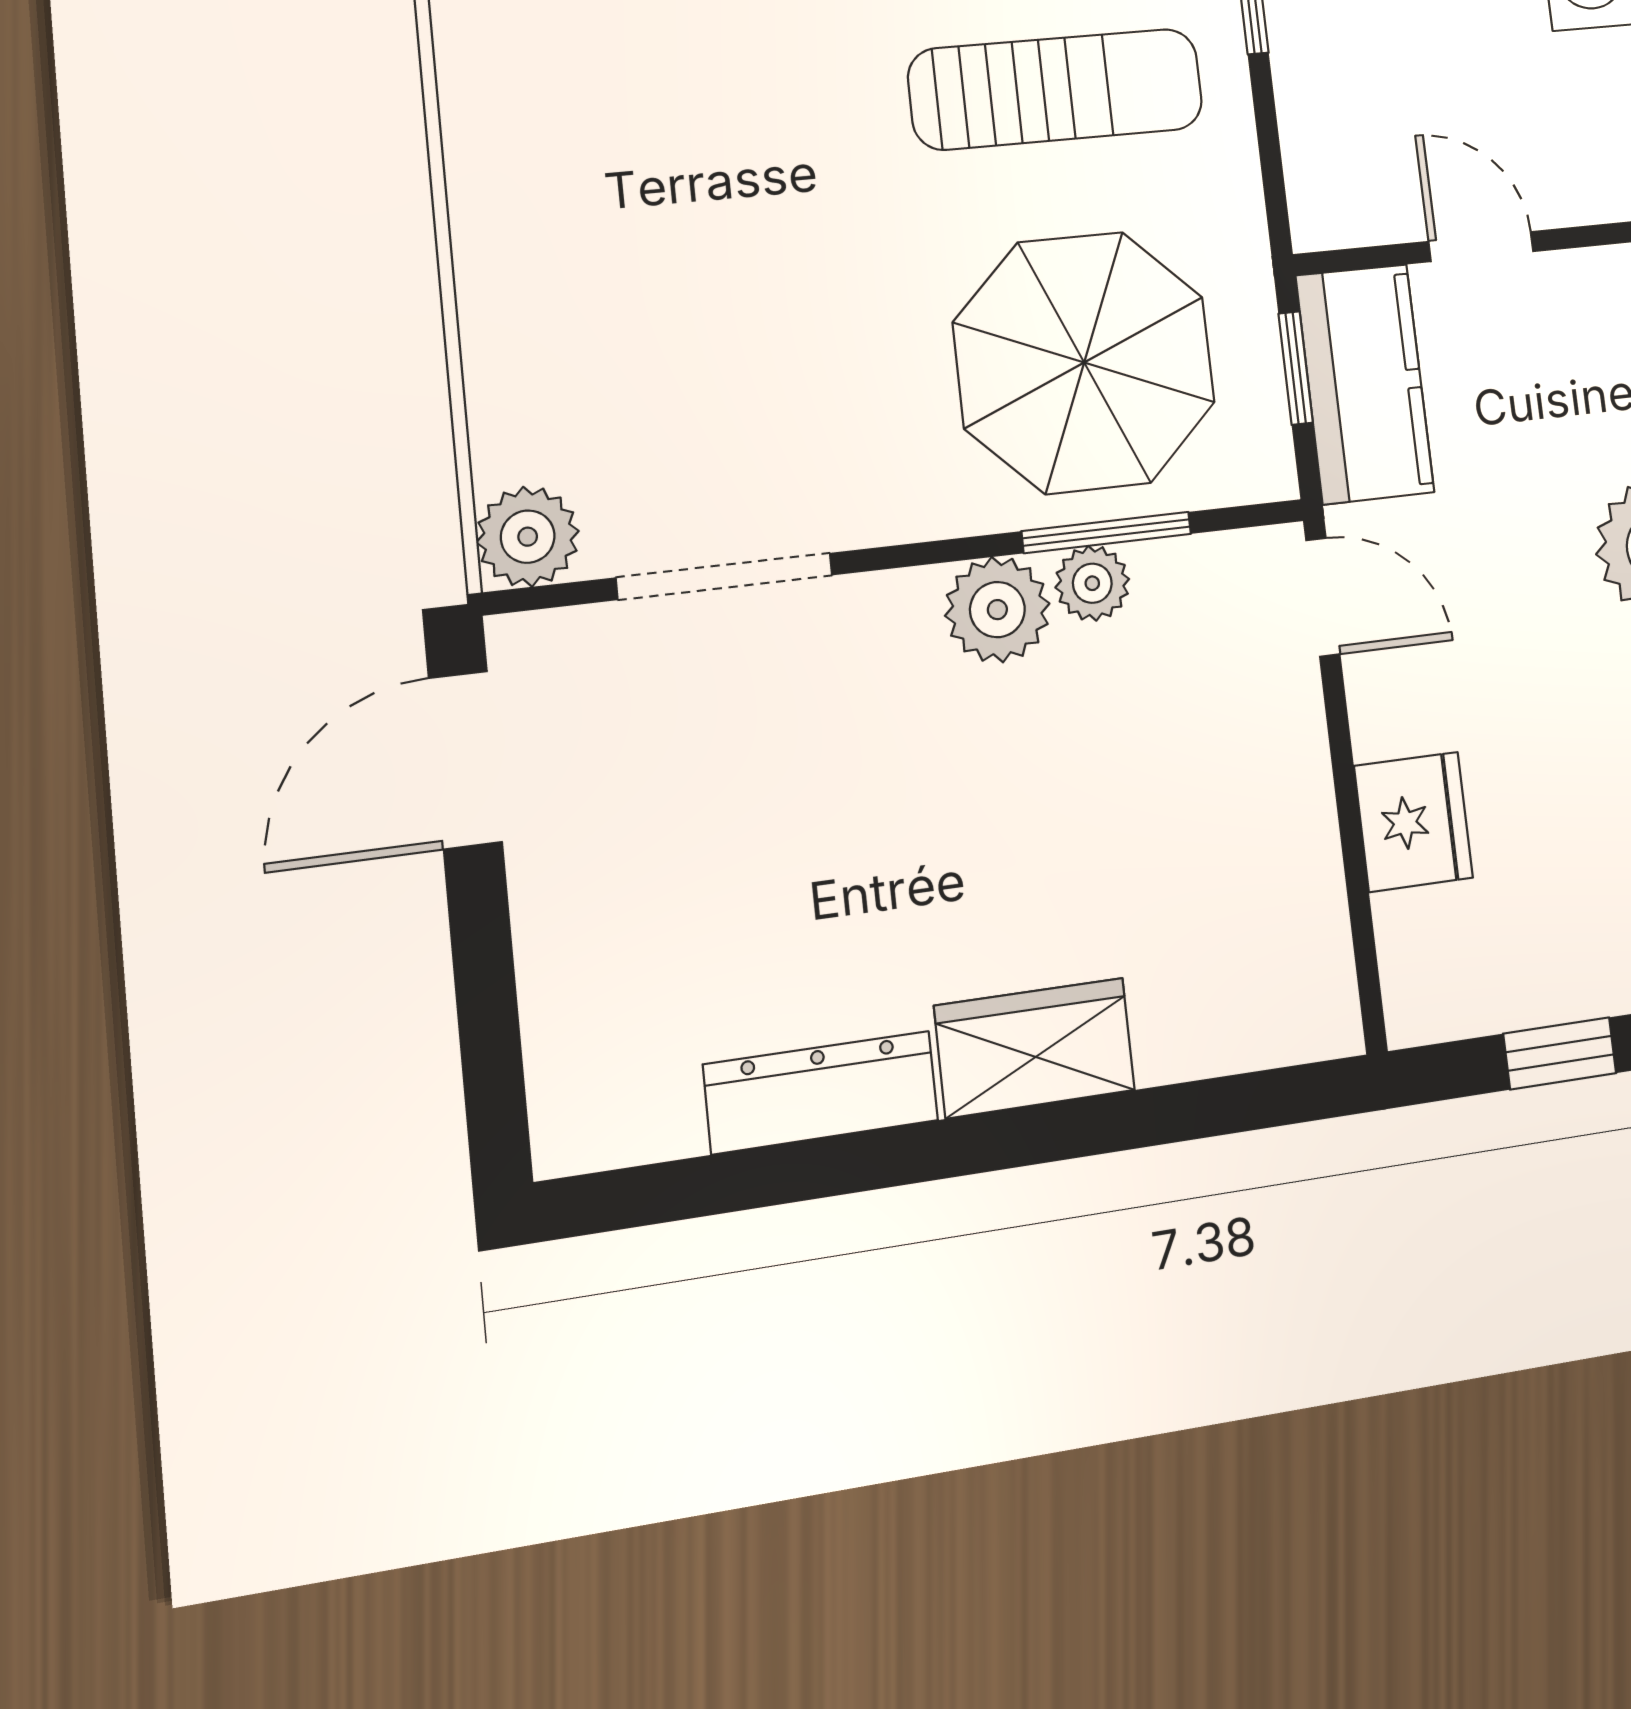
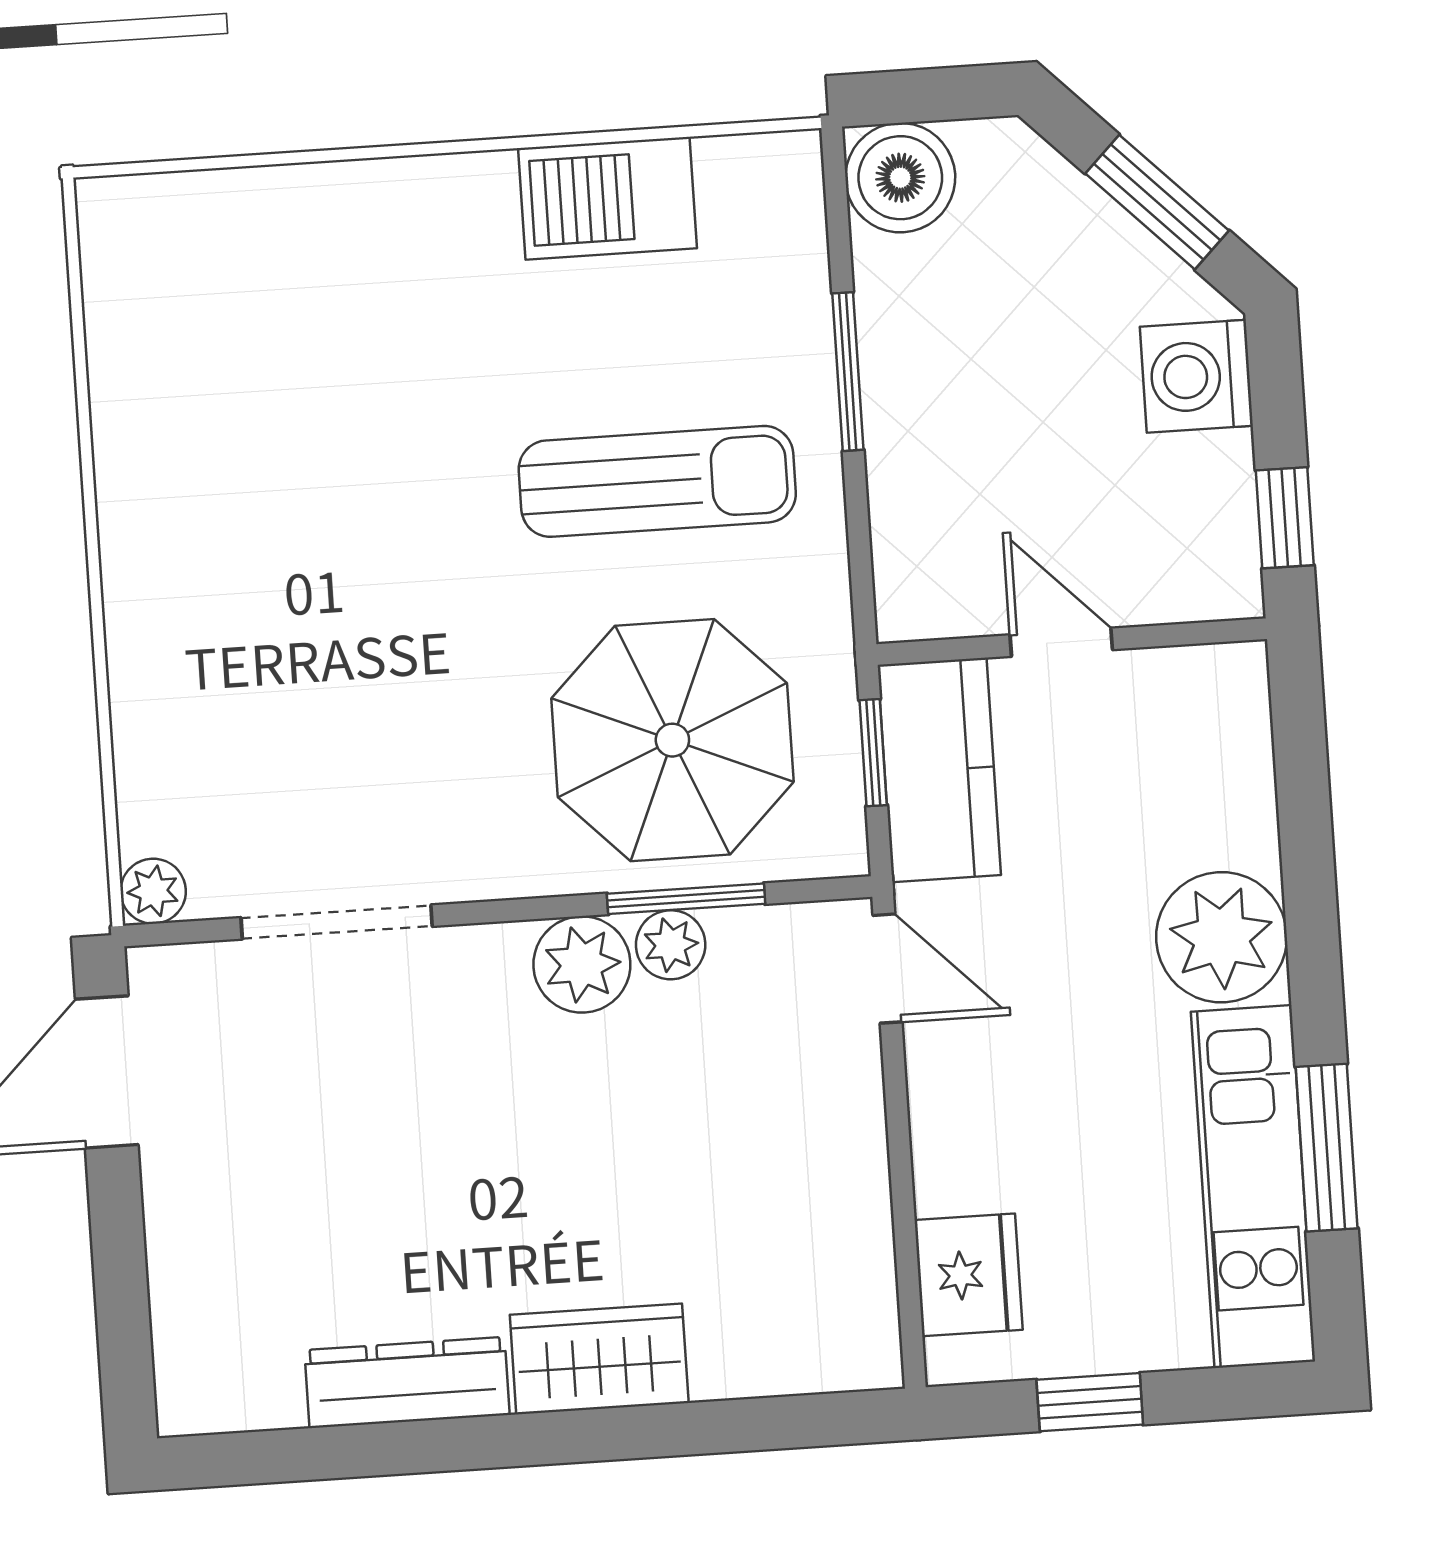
plant: (528, 537) -> (153, 891), width x0.73, depth x0.73
fridge: (1413, 822) -> (969, 1275), moved

